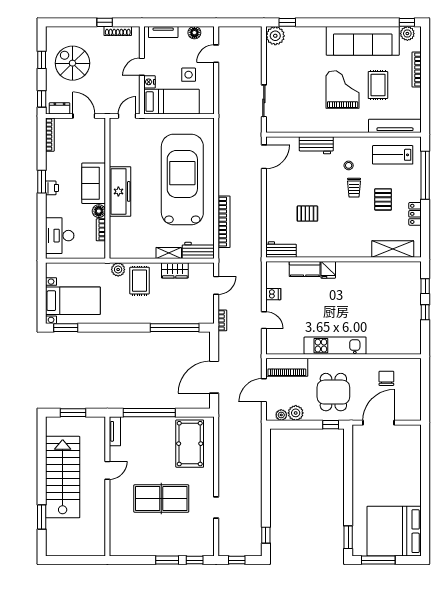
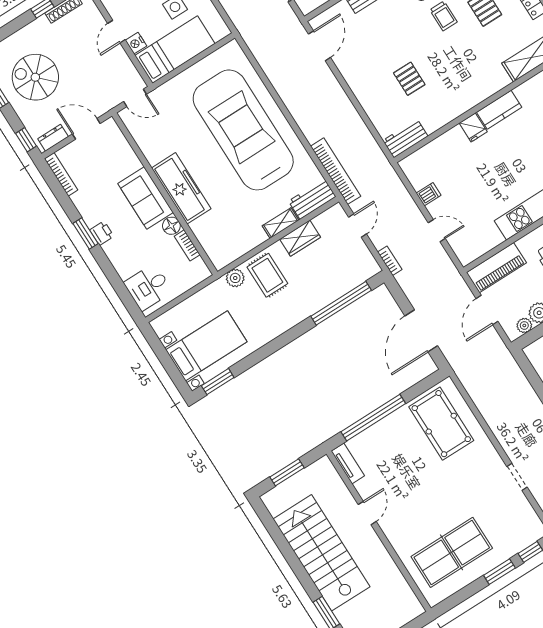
door: (127, 116) -> (135, 98), swing flipped
pallet: (307, 214) -> (409, 79), turned 90
bookcase: (224, 222) -> (336, 171), moved
desk: (60, 236) -> (148, 287), width x0.73
kitchen counter: (305, 269) -> (499, 110), moved
table tennis table: (161, 499) -> (452, 552), moved

